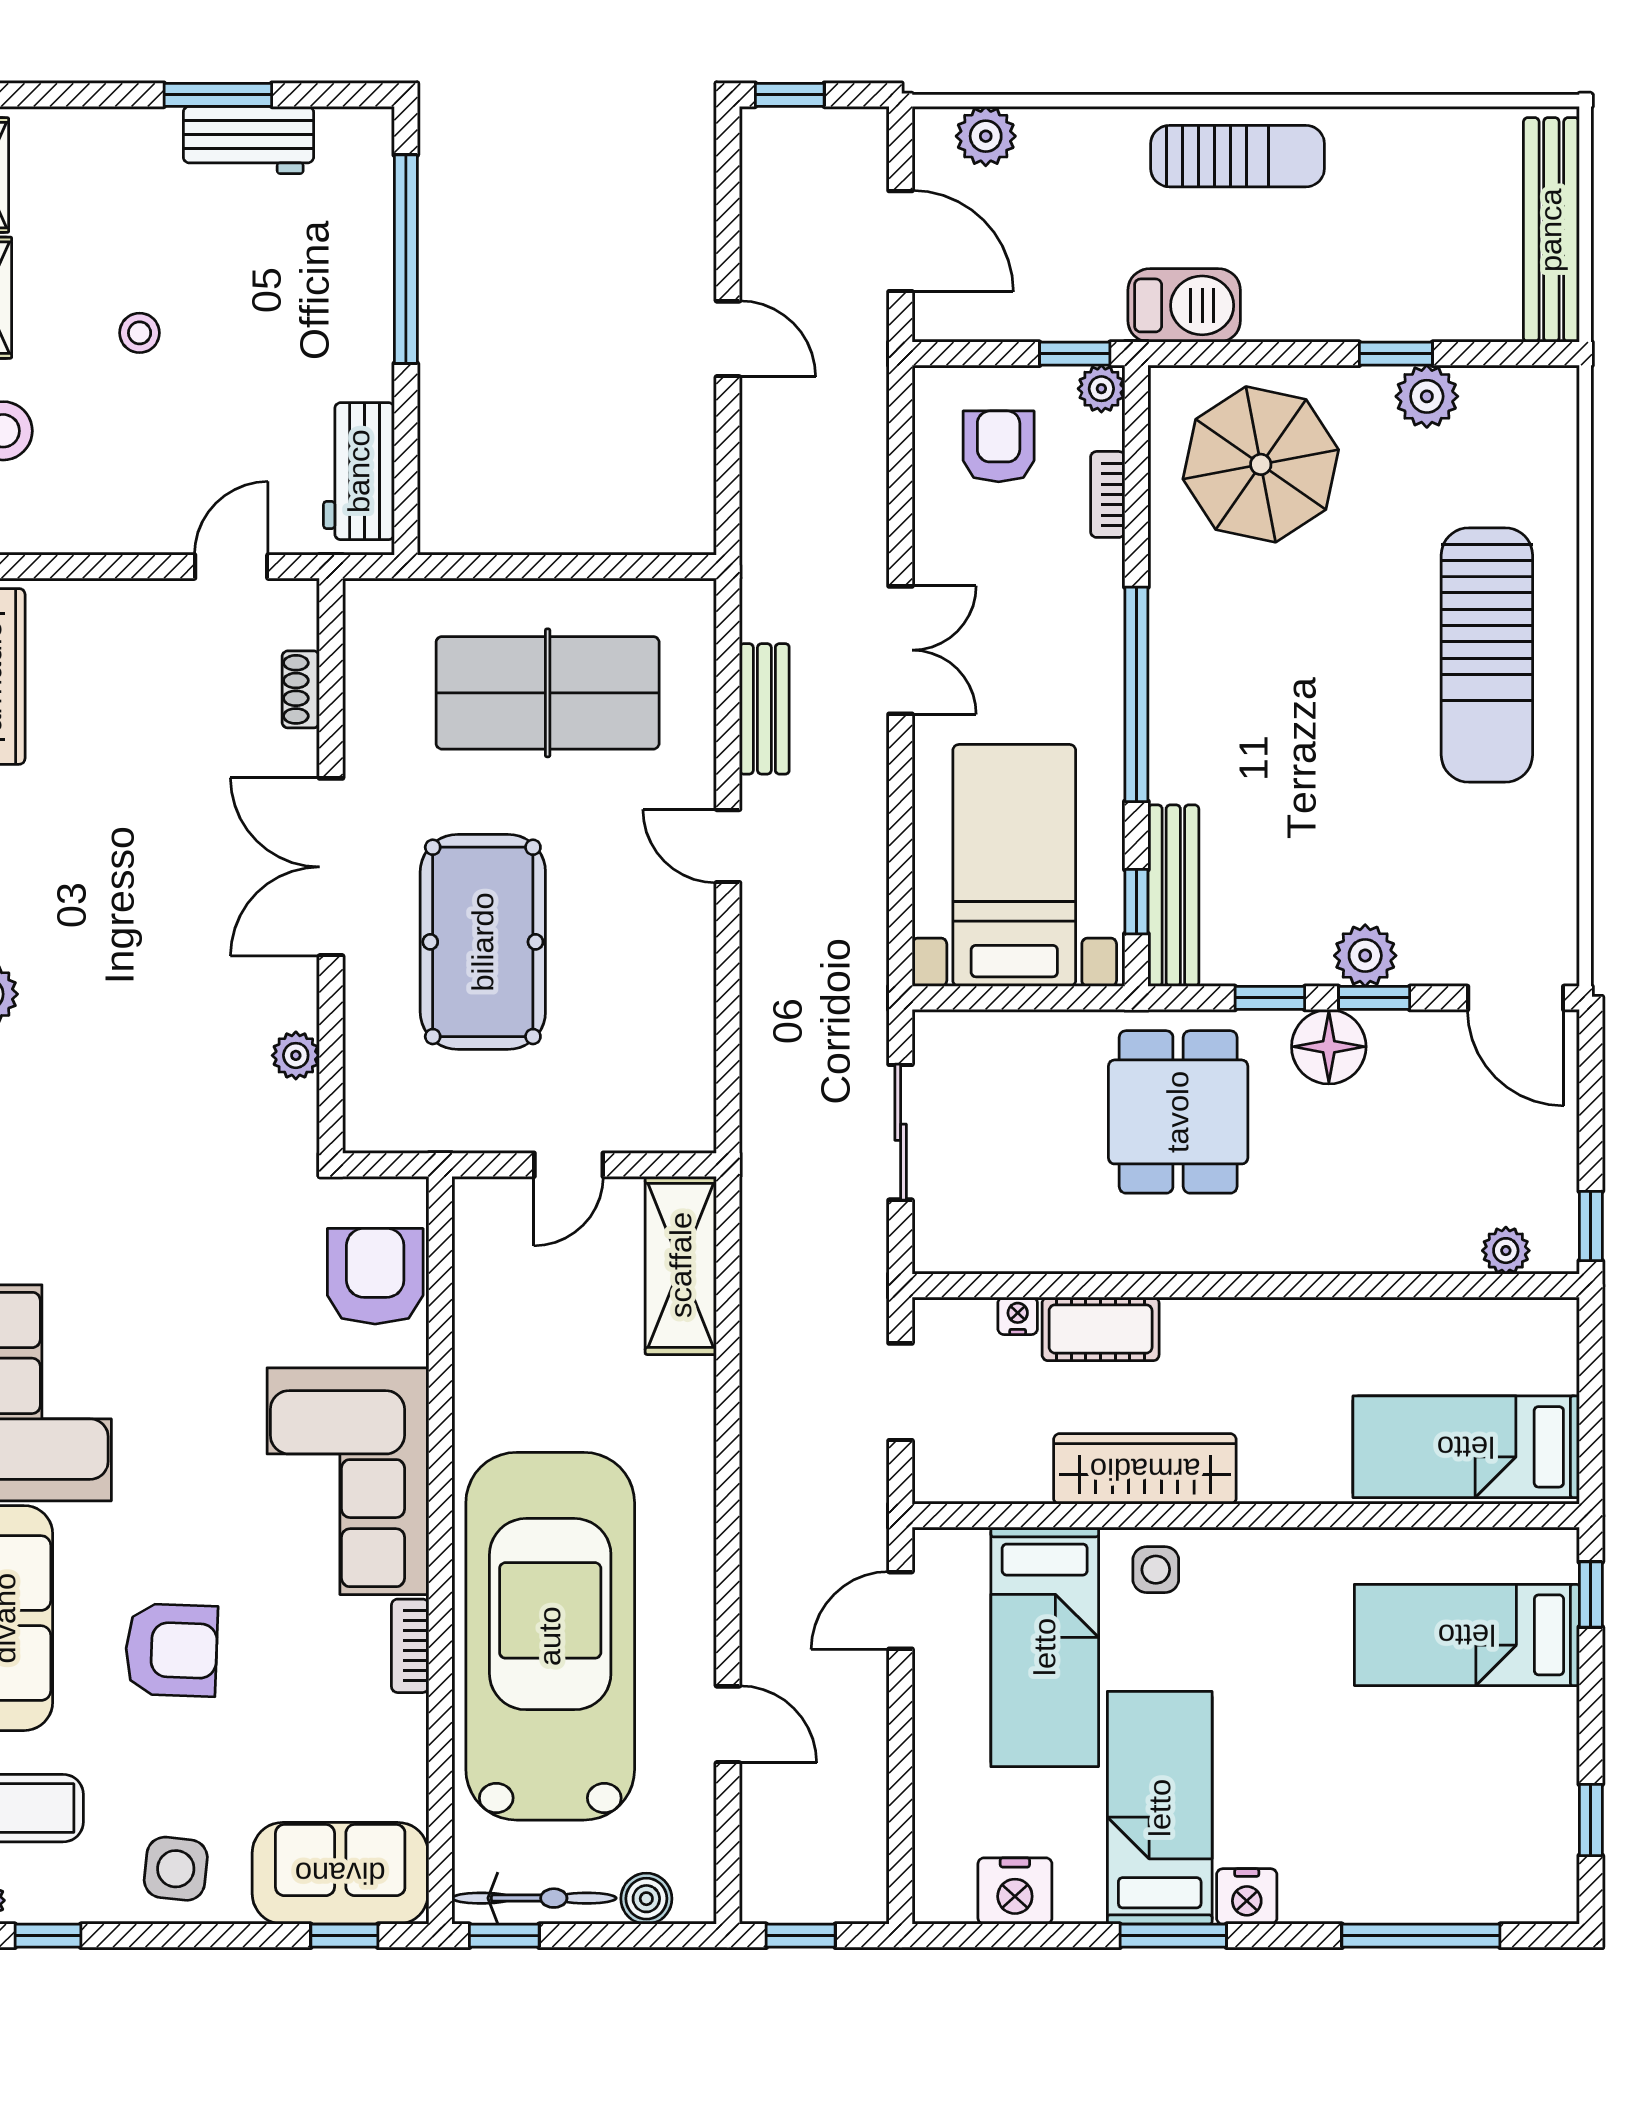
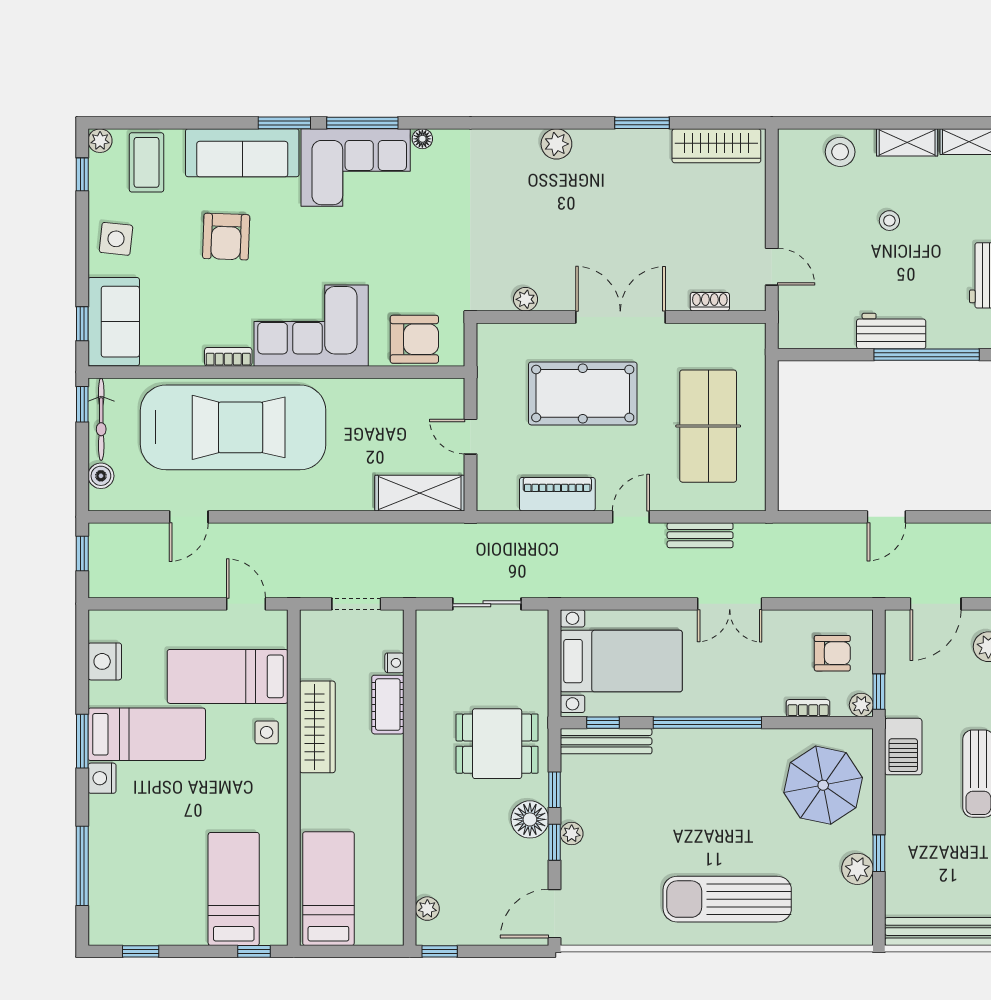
workbench: (359, 471) -> (891, 331), moved
plant: (1365, 956) -> (572, 834), width x0.73, depth x0.73
piano: (683, 992) -> (557, 494), added

